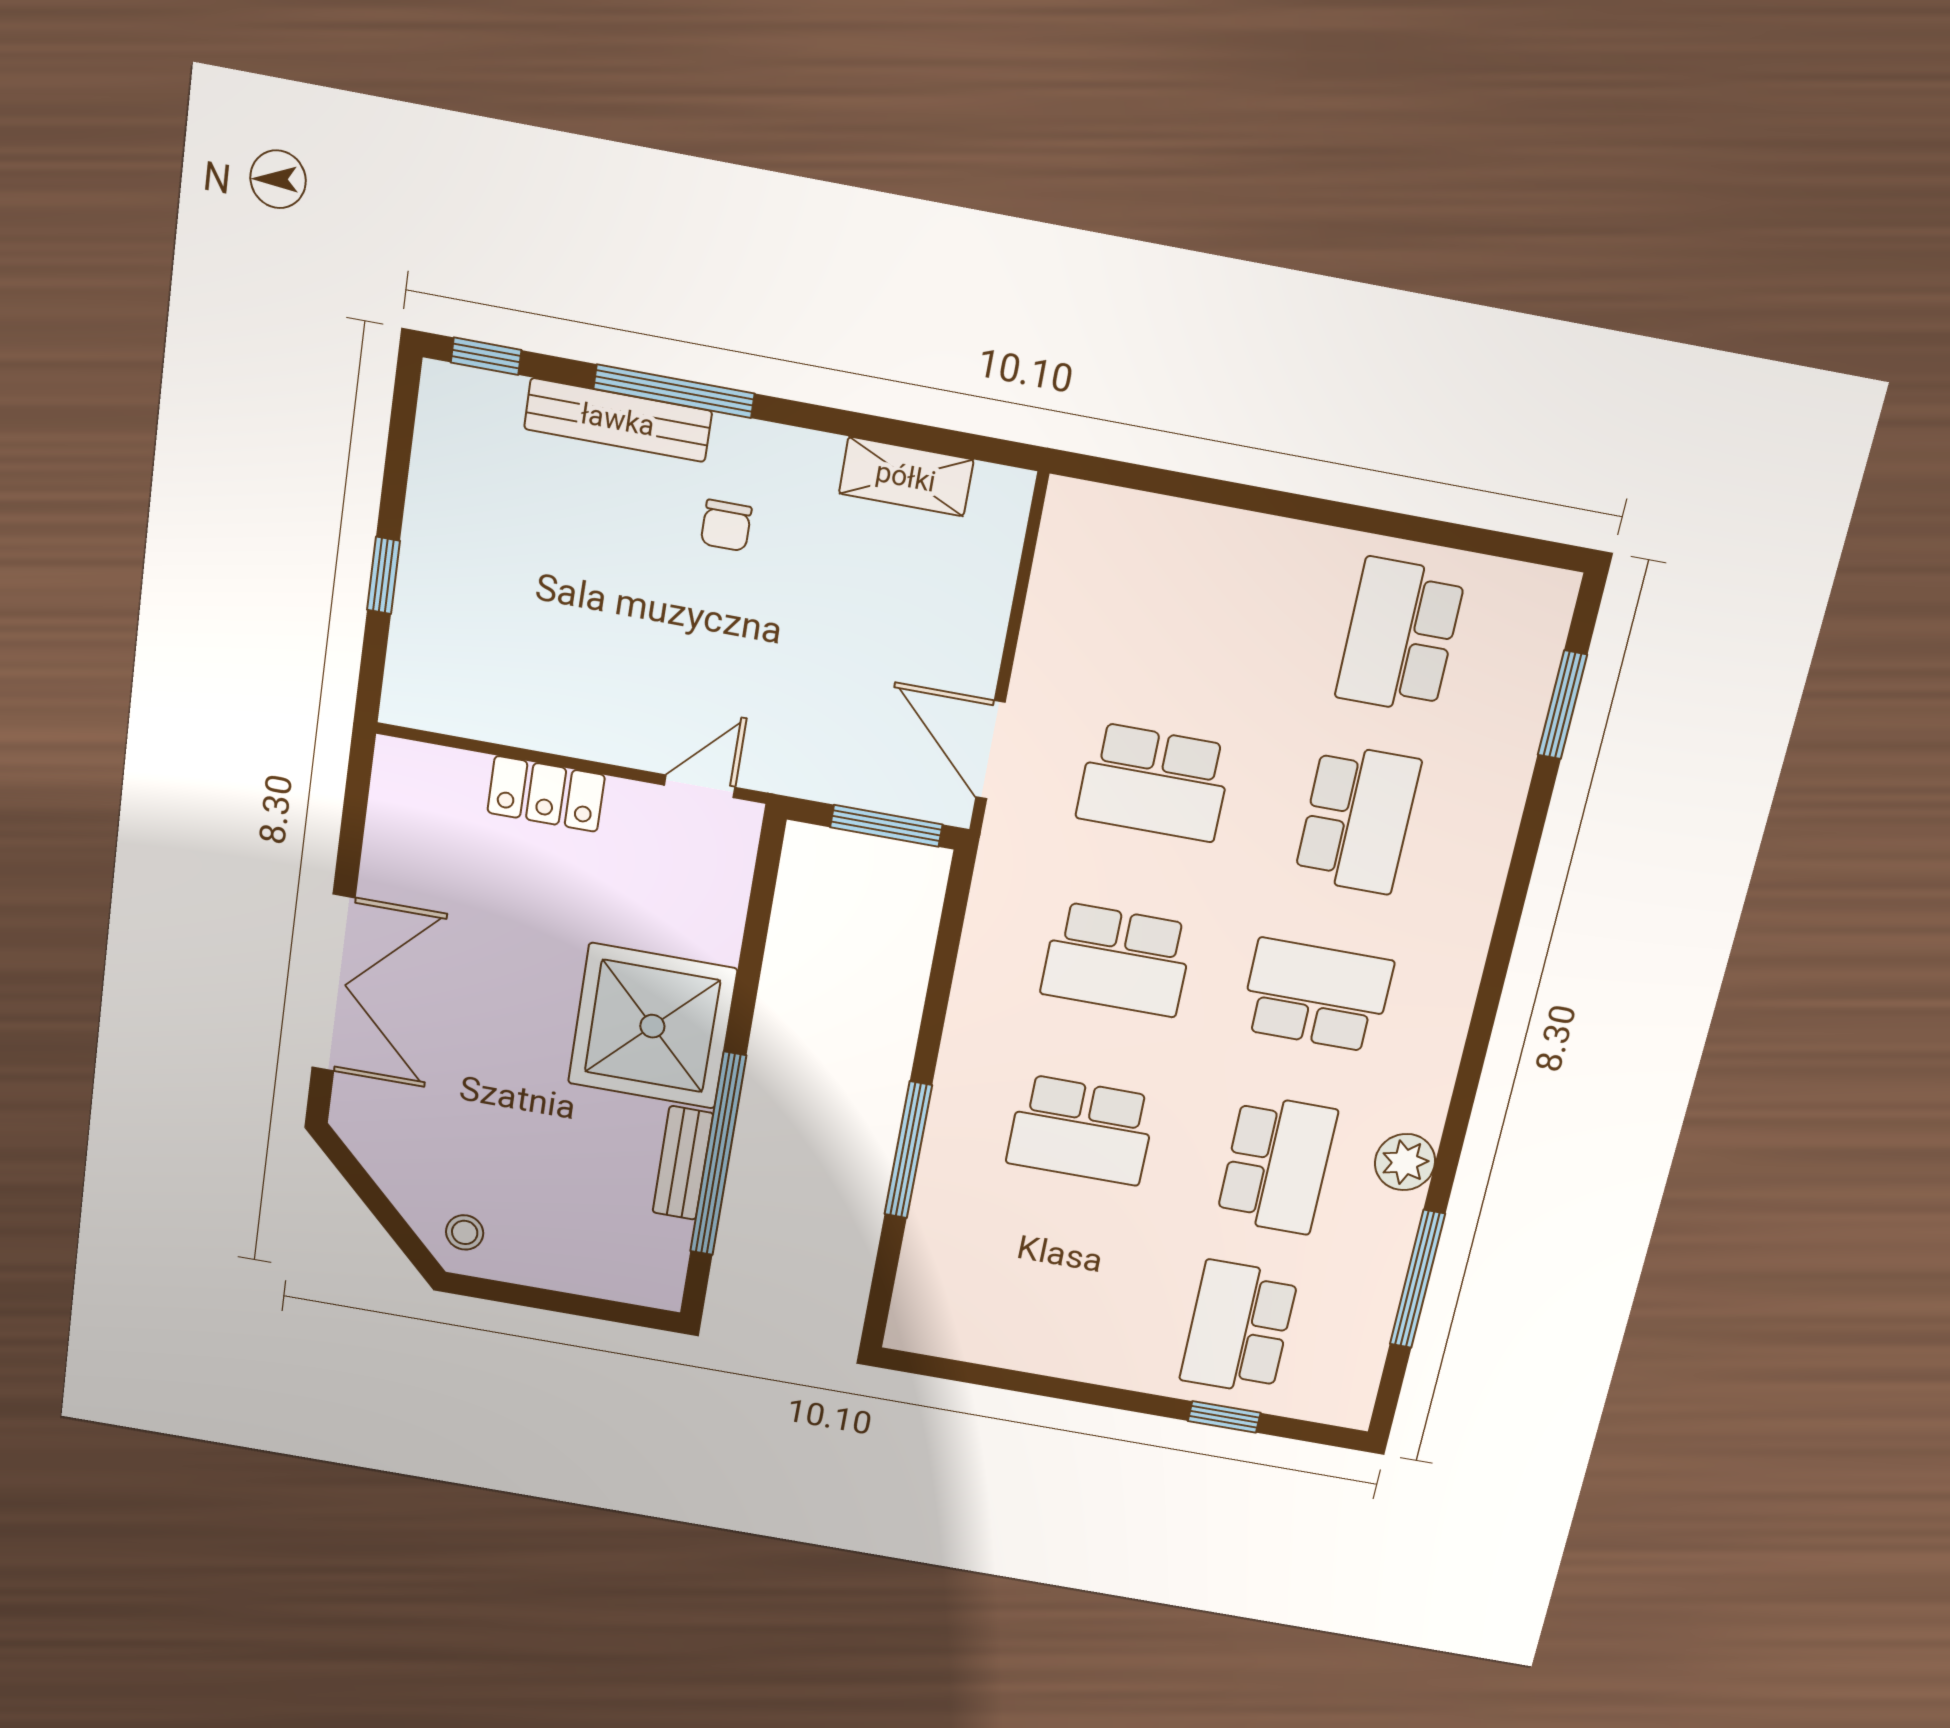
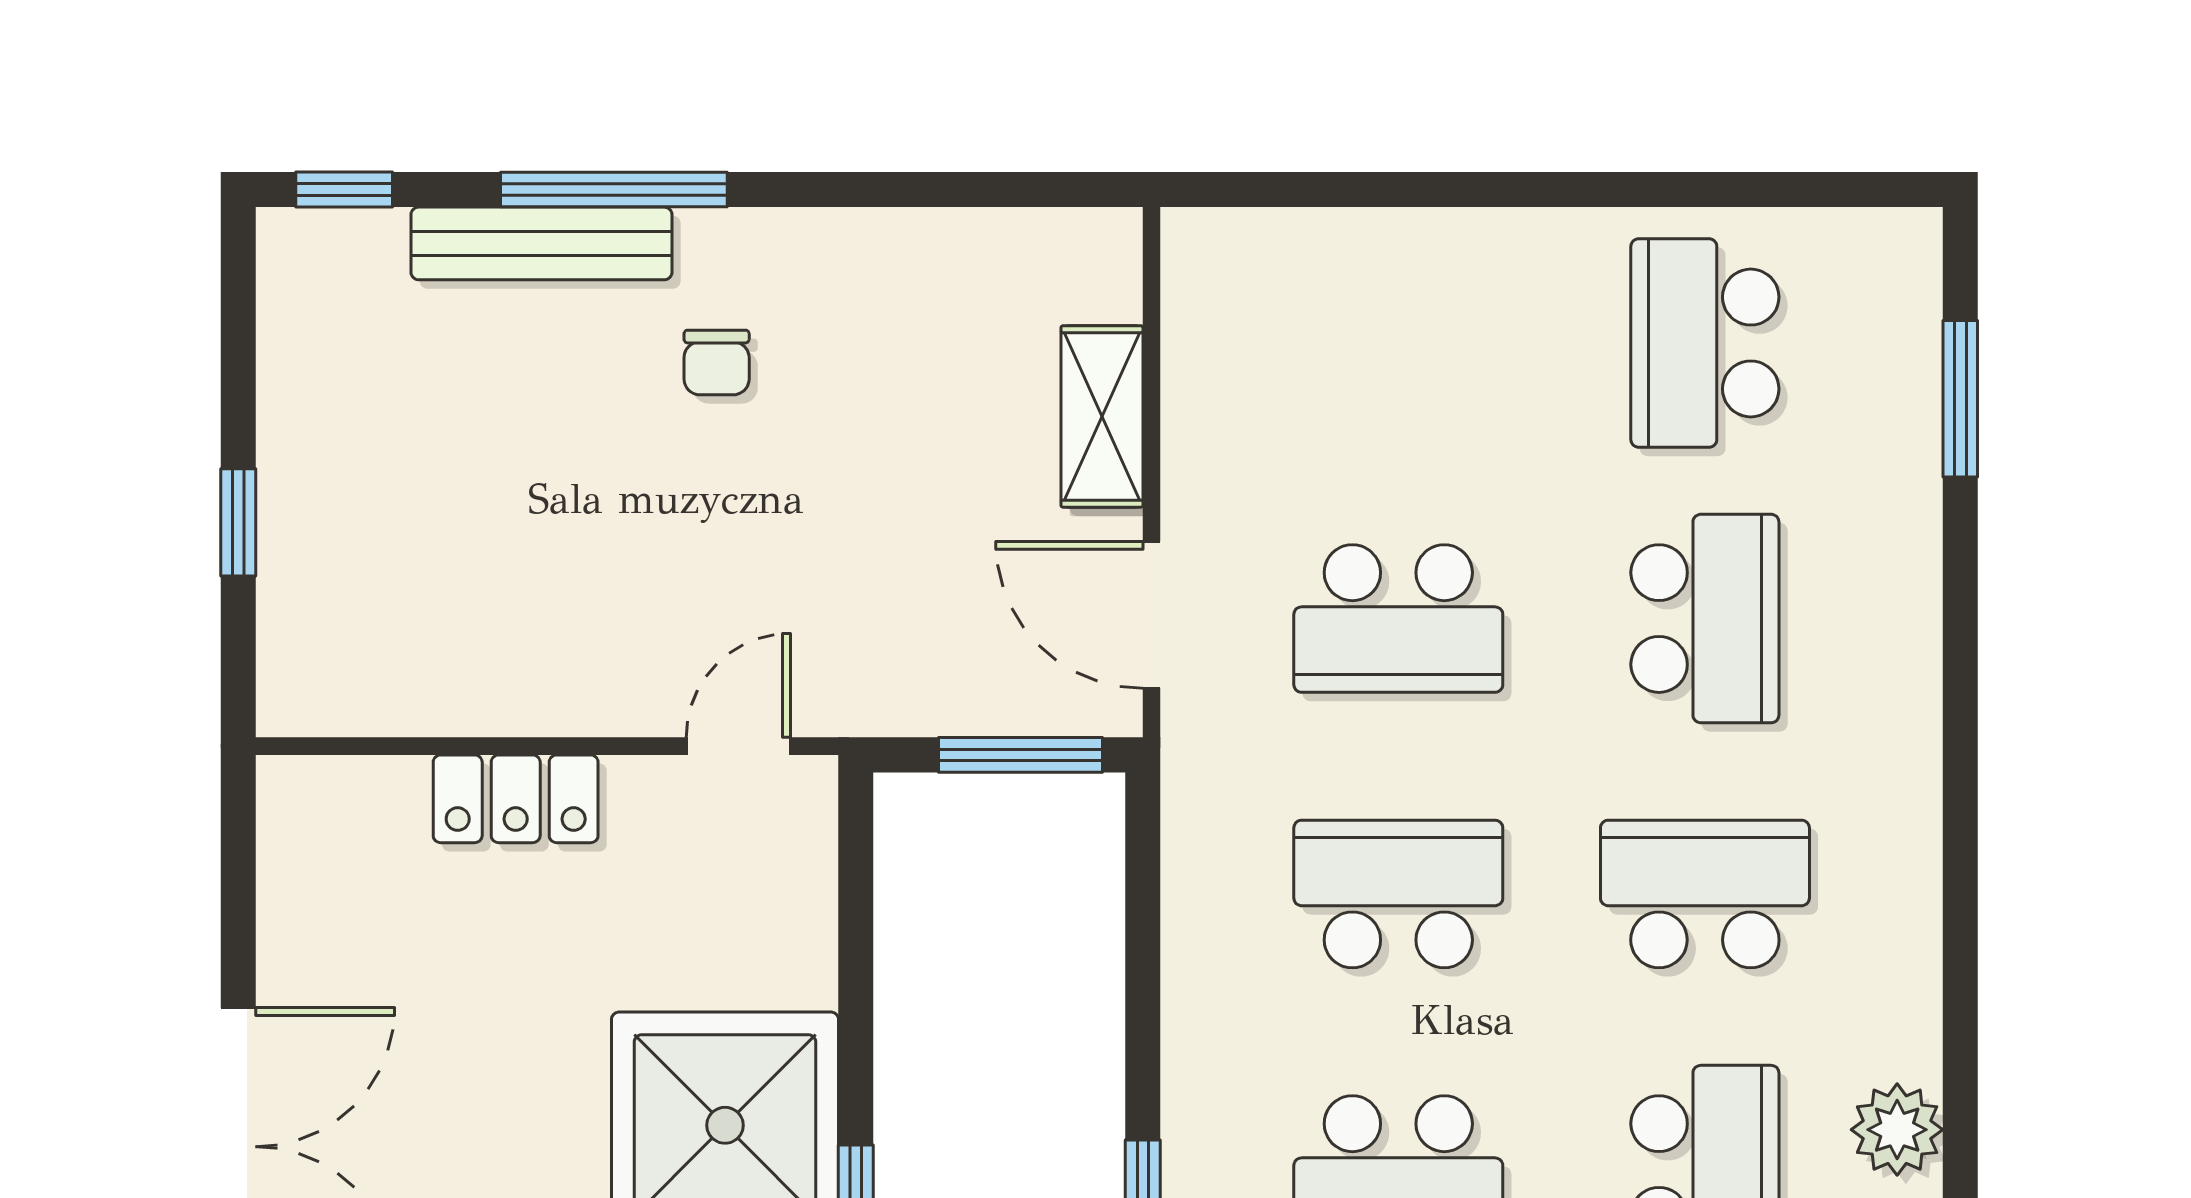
shelving: (906, 477) -> (1102, 416), moved, turned 90
school desk: (1117, 959) -> (1398, 894), turned 180

